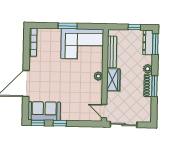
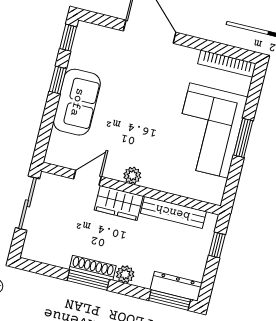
window: (134, 27) -> (217, 245), moved
corner sofa: (82, 44) -> (209, 131), moved
sofa: (44, 111) -> (77, 102), moved
door: (104, 111) -> (87, 178), moved

